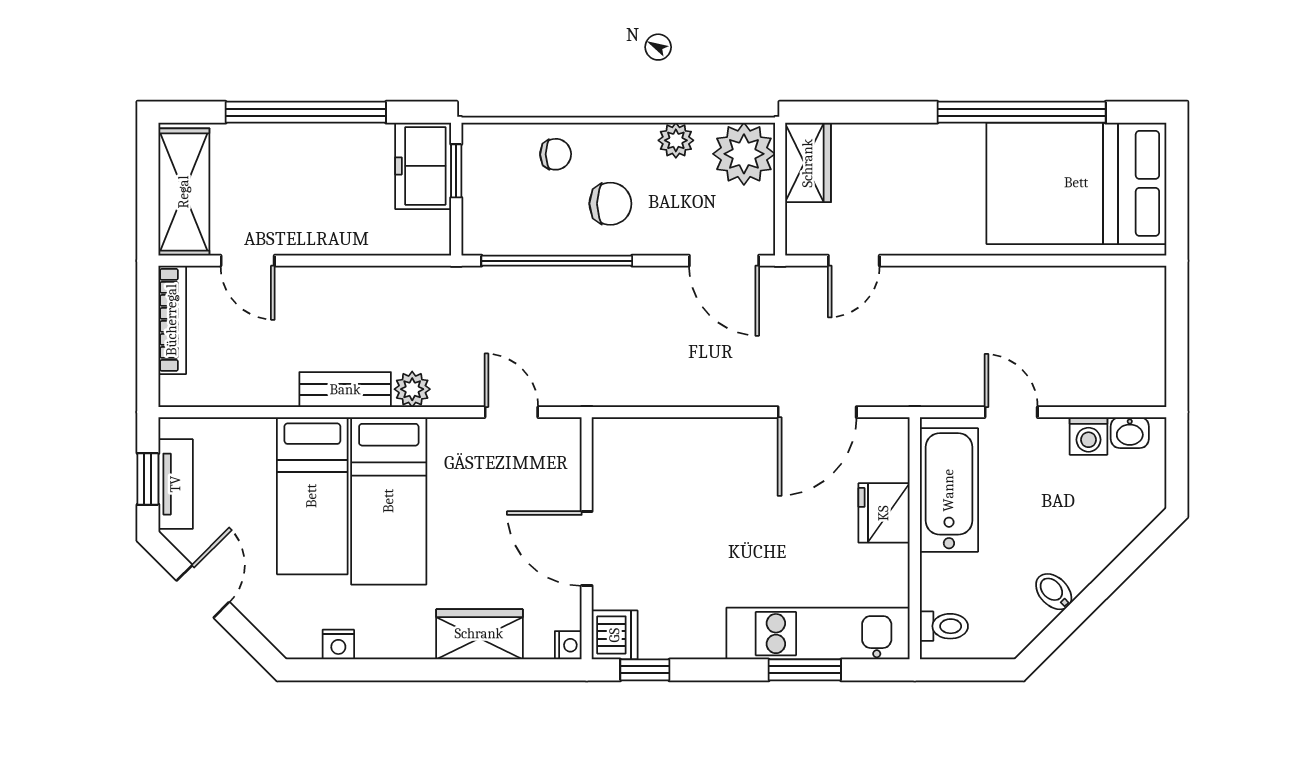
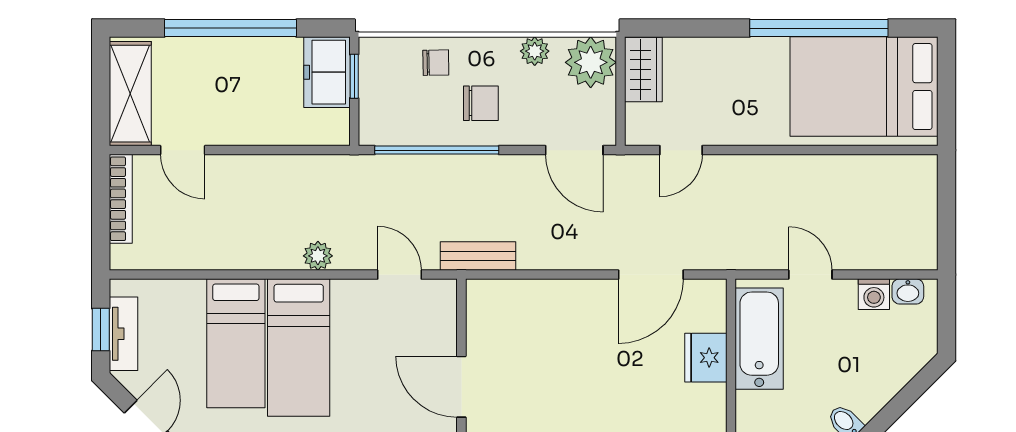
bench: (345, 390) -> (478, 256), moved

